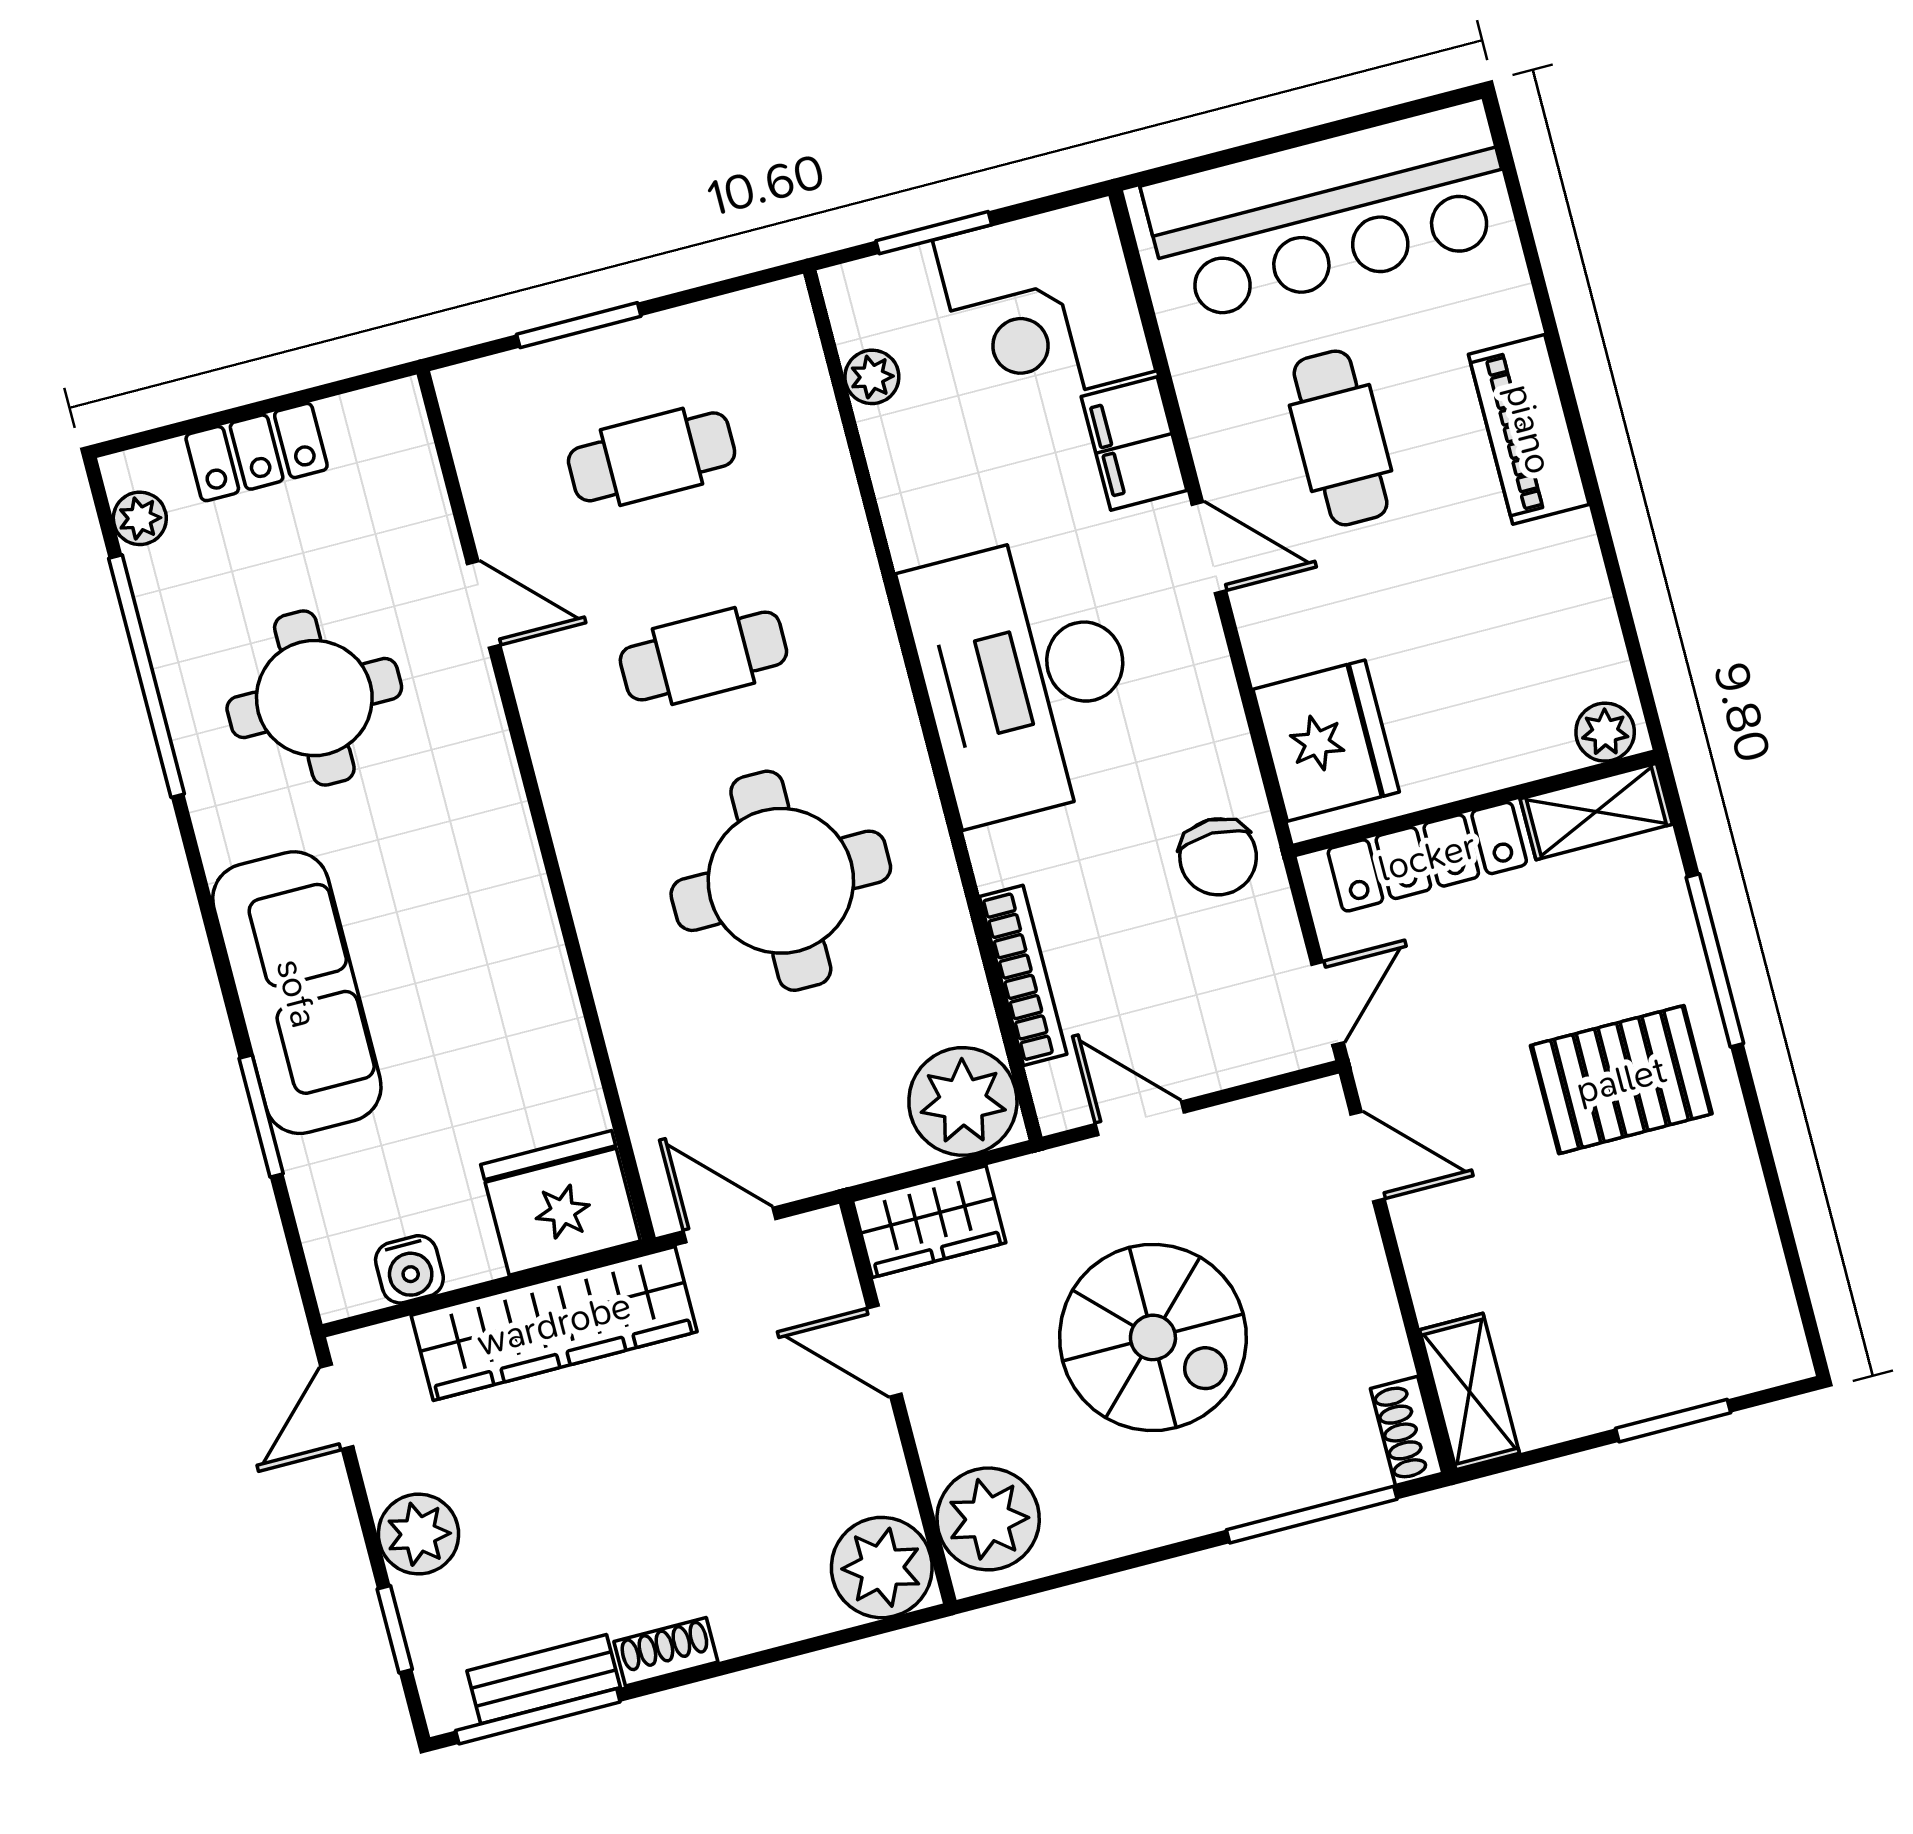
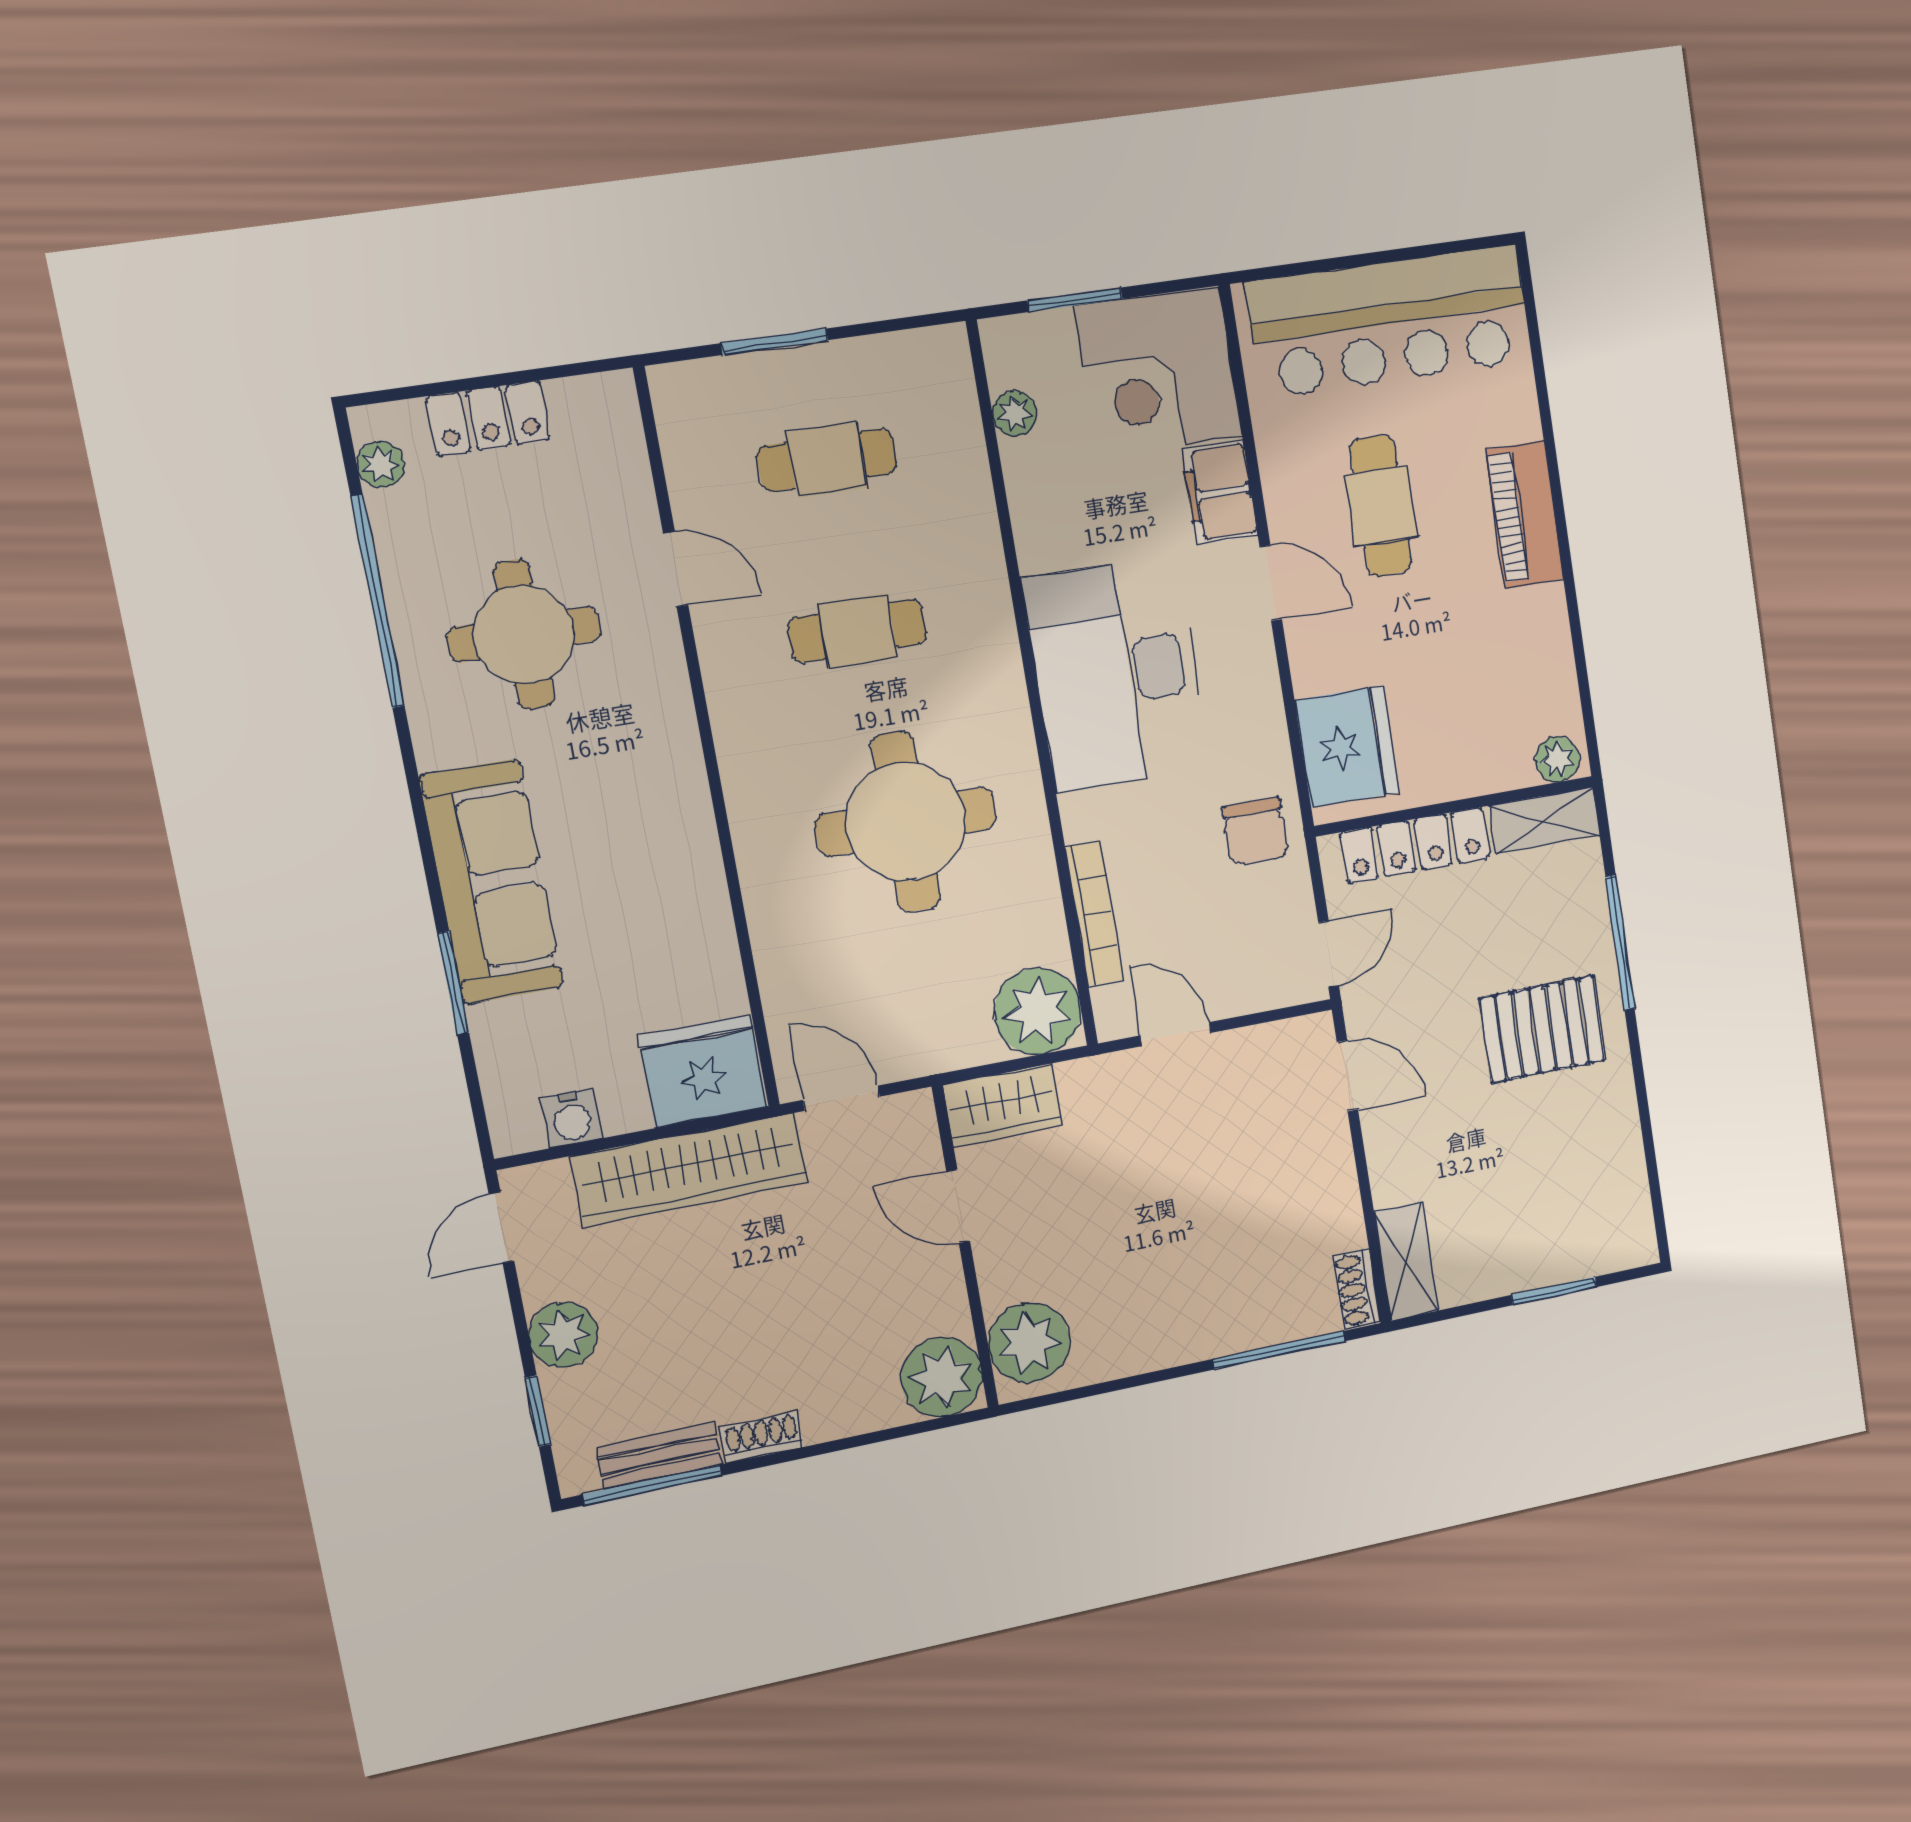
spiral stairs: (1153, 1337) -> (1170, 1207), removed

